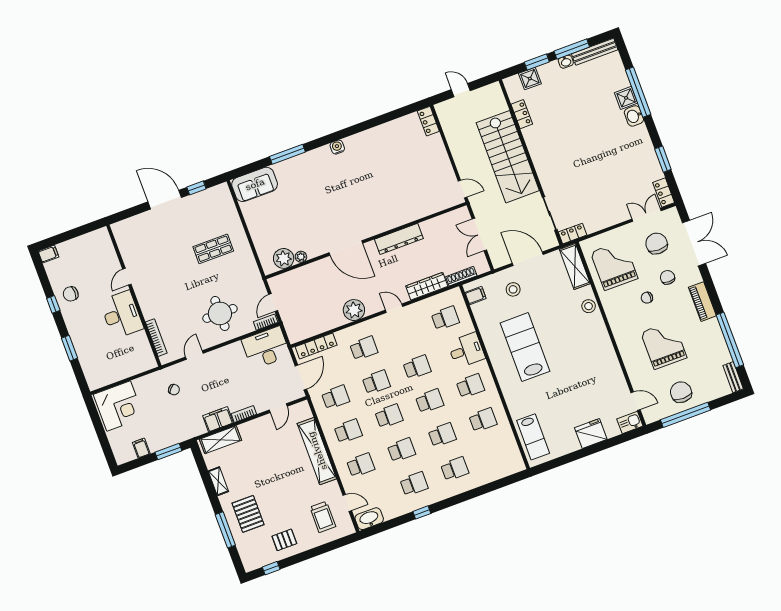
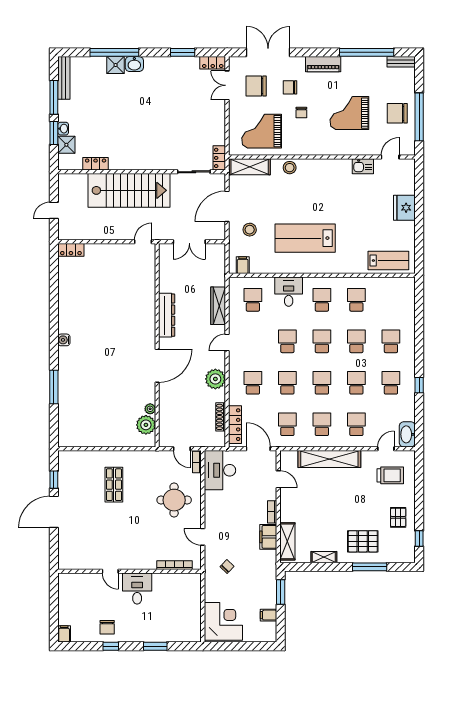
washbasin: (566, 62) -> (63, 129), moved
sofa: (255, 184) -> (70, 426), removed
shoe rack: (461, 276) -> (221, 417), moved
desk: (122, 315) -> (137, 589), width x0.73
kitchen sink: (630, 422) -> (363, 166), moved, turned -90

